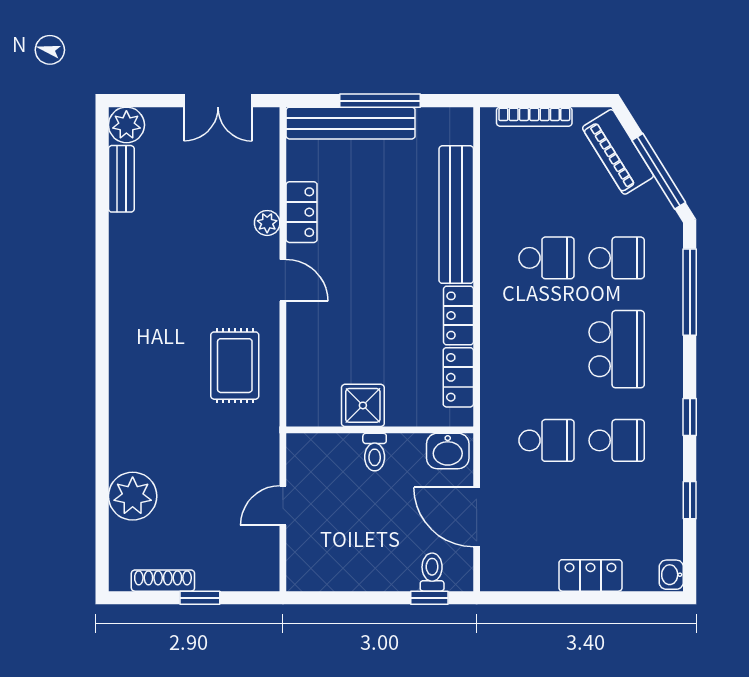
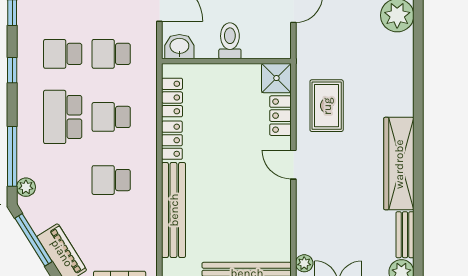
locker: (302, 212) -> (280, 116), moved
plant: (267, 223) -> (304, 263), moved
plant: (670, 248) -> (26, 187), added
school desk: (617, 258) -> (111, 117), moved
wardrobe: (130, 282) -> (399, 164), added
shower: (363, 405) -> (276, 78), moved
toilet: (375, 452) -> (230, 41), width x1.37, depth x1.39

